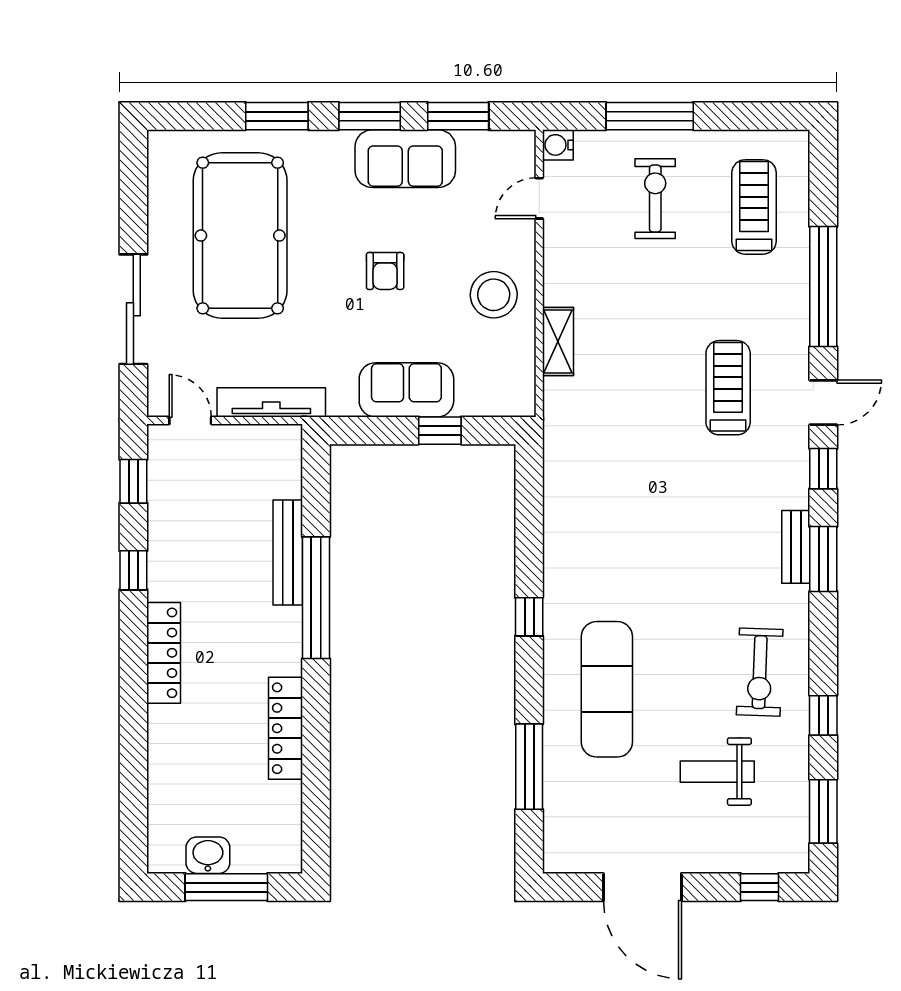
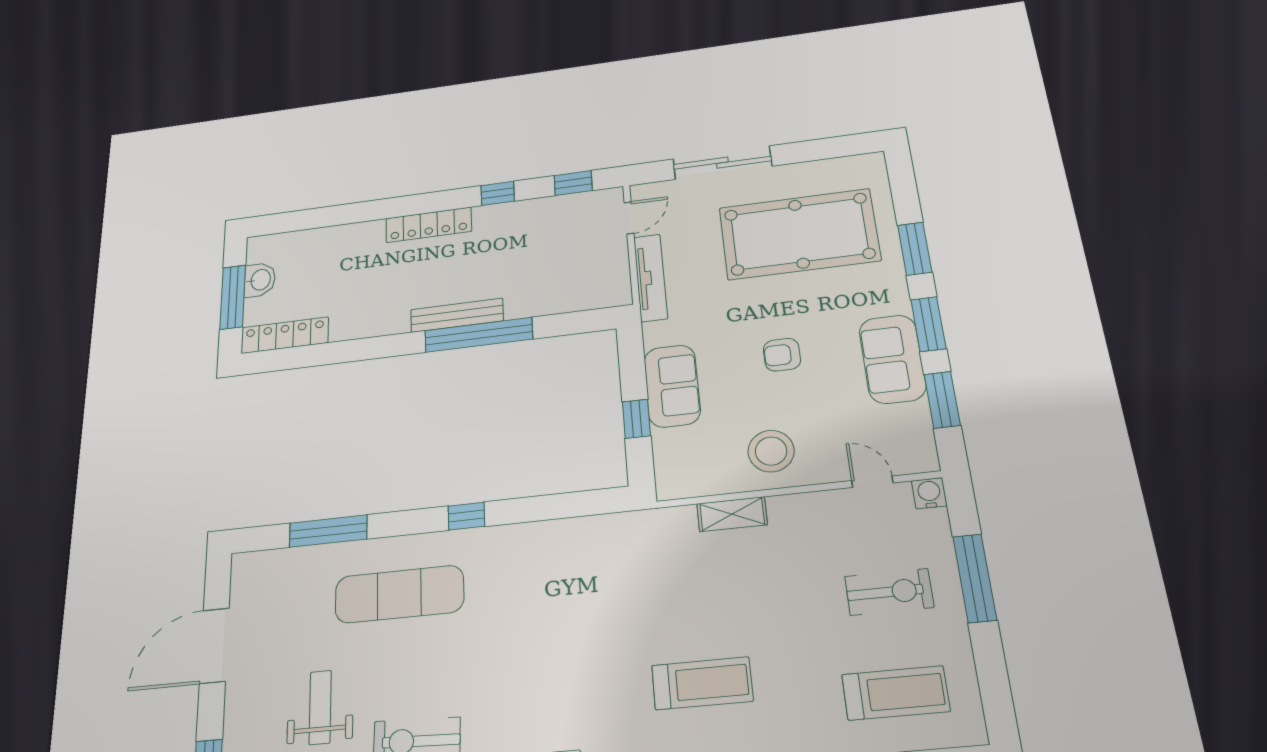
bench: (288, 553) -> (457, 315), moved
locker: (286, 728) -> (285, 335), moved

